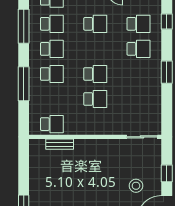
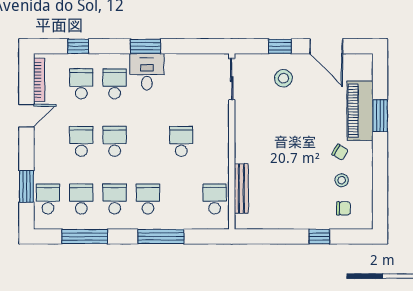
desk: (148, 73) -> (147, 72), added
school desk: (95, 74) -> (115, 141), moved
bench: (60, 144) -> (241, 189), width x1.36
stool: (136, 186) -> (283, 78), moved

